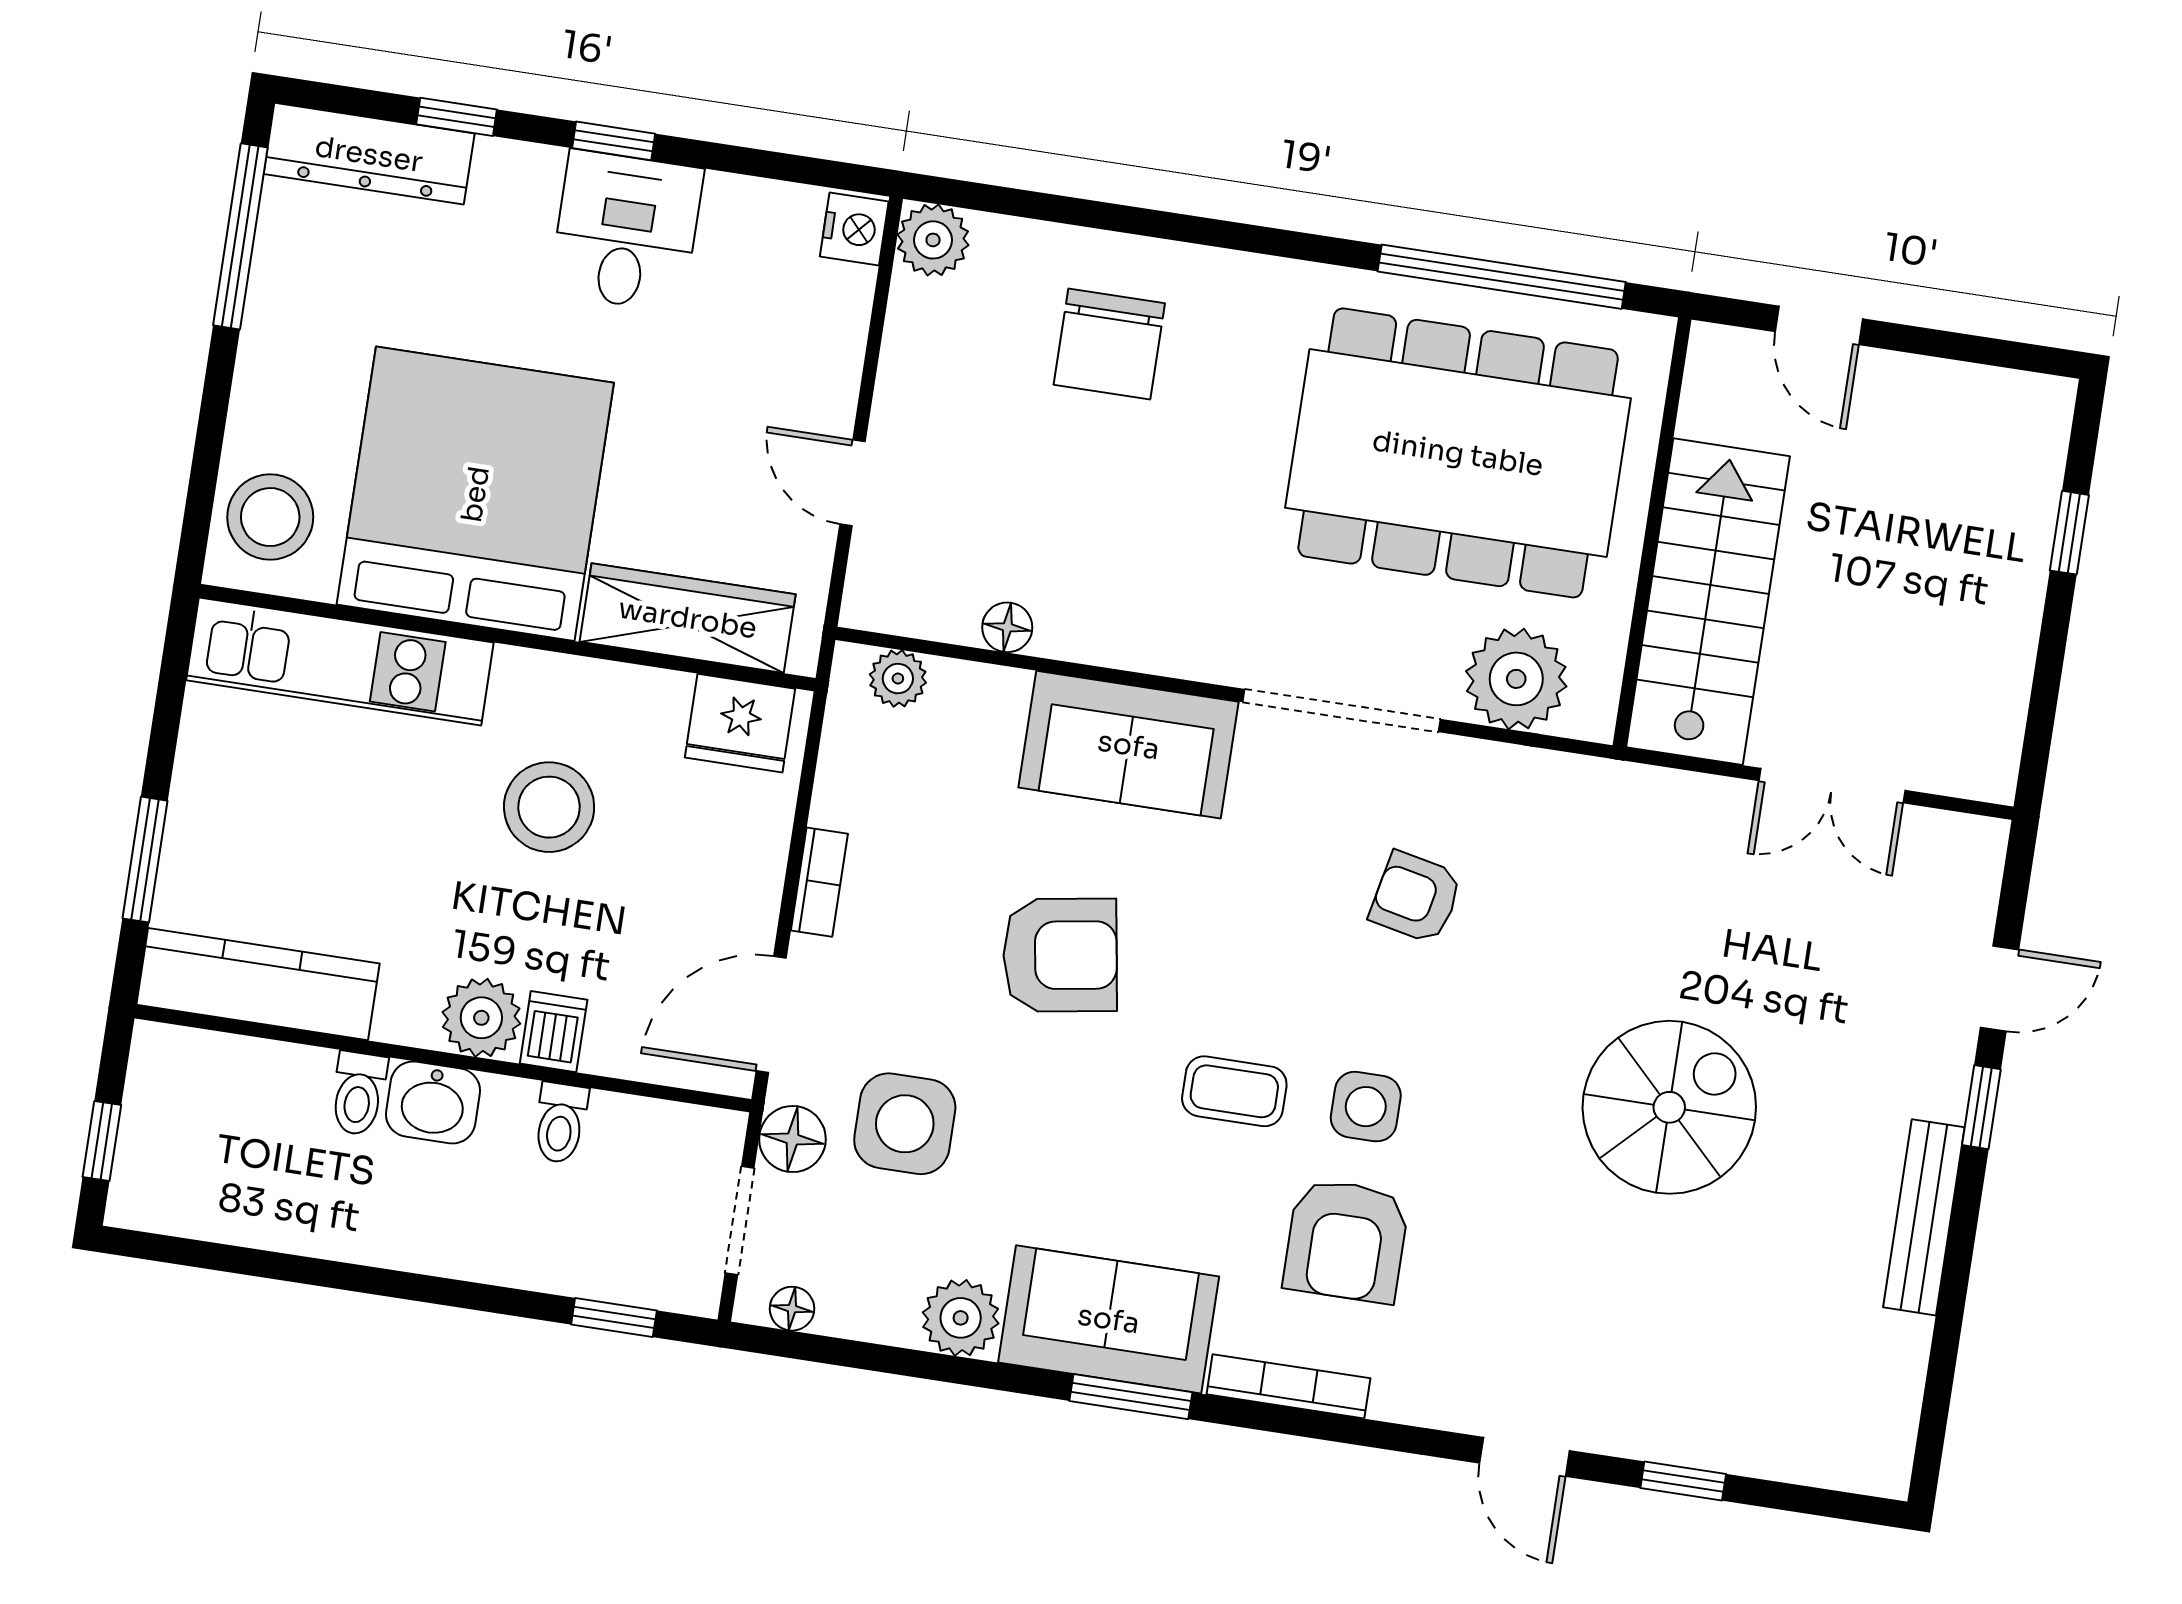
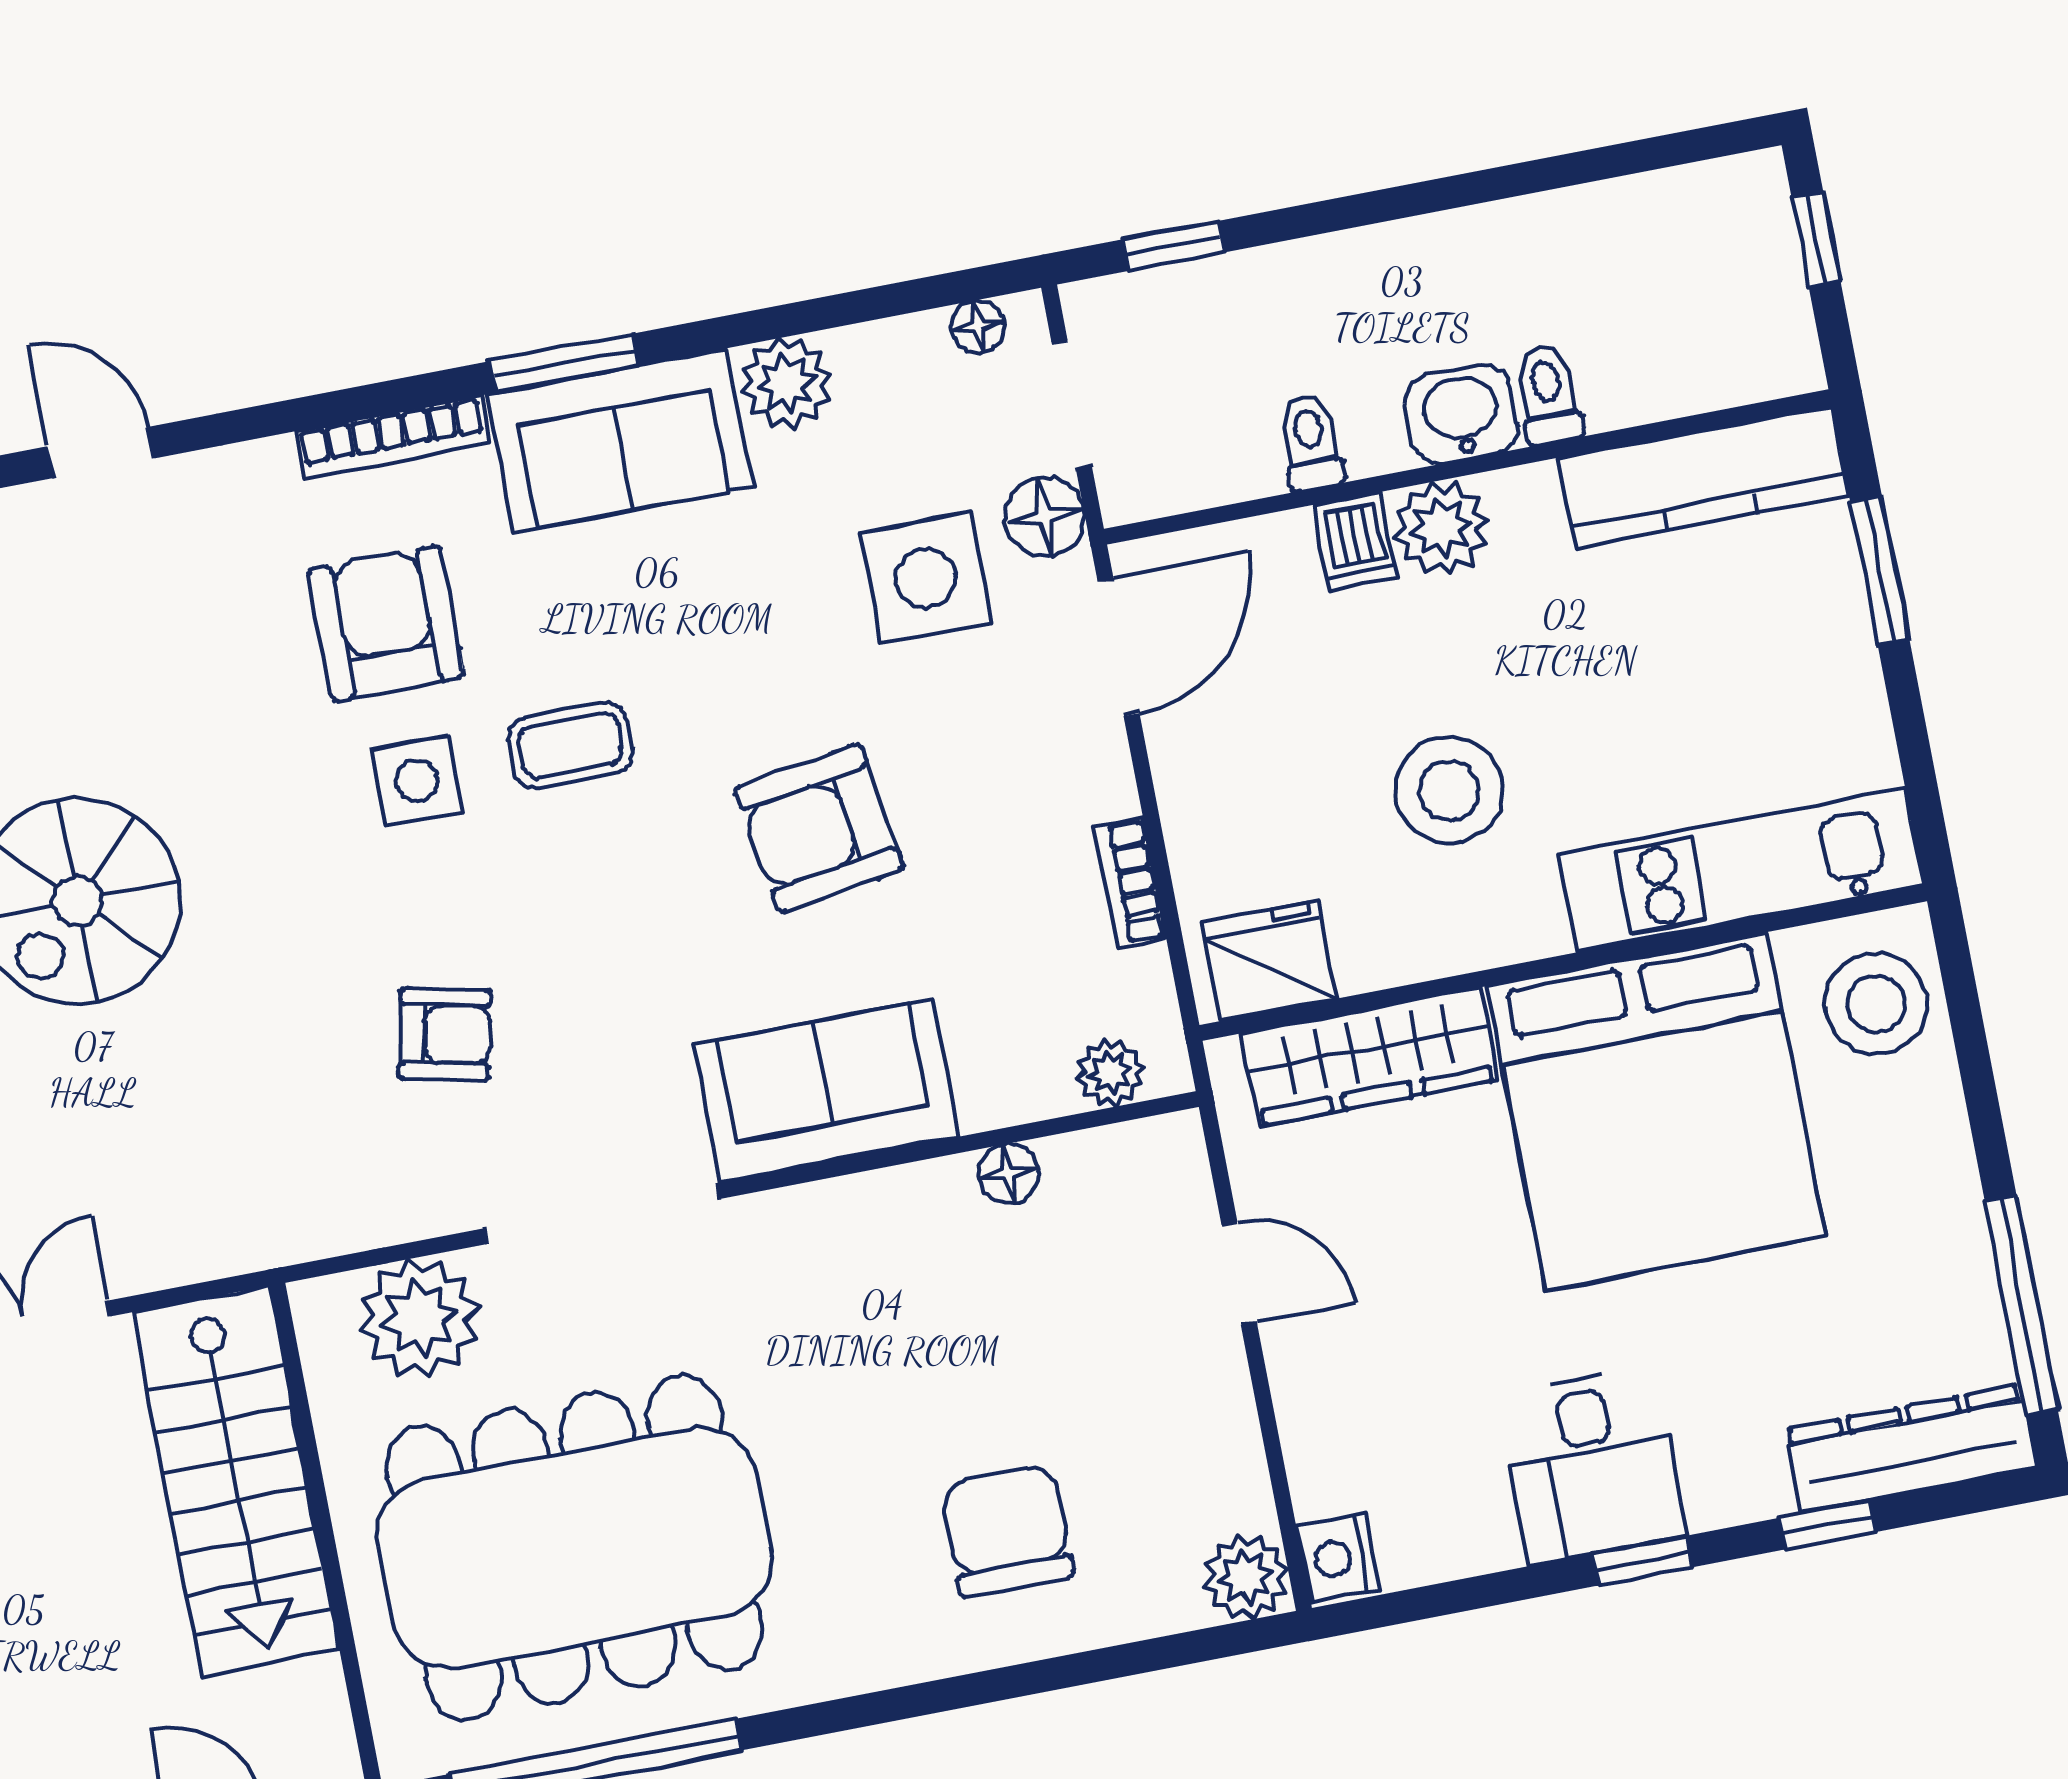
bookcase: (819, 882) -> (1130, 883), moved

